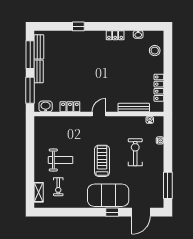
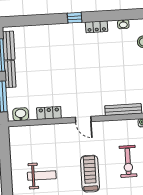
window: (78, 26) -> (75, 18), moved
door: (99, 114) -> (83, 119), swing flipped
exercise bike: (135, 152) -> (128, 161), turned 180

